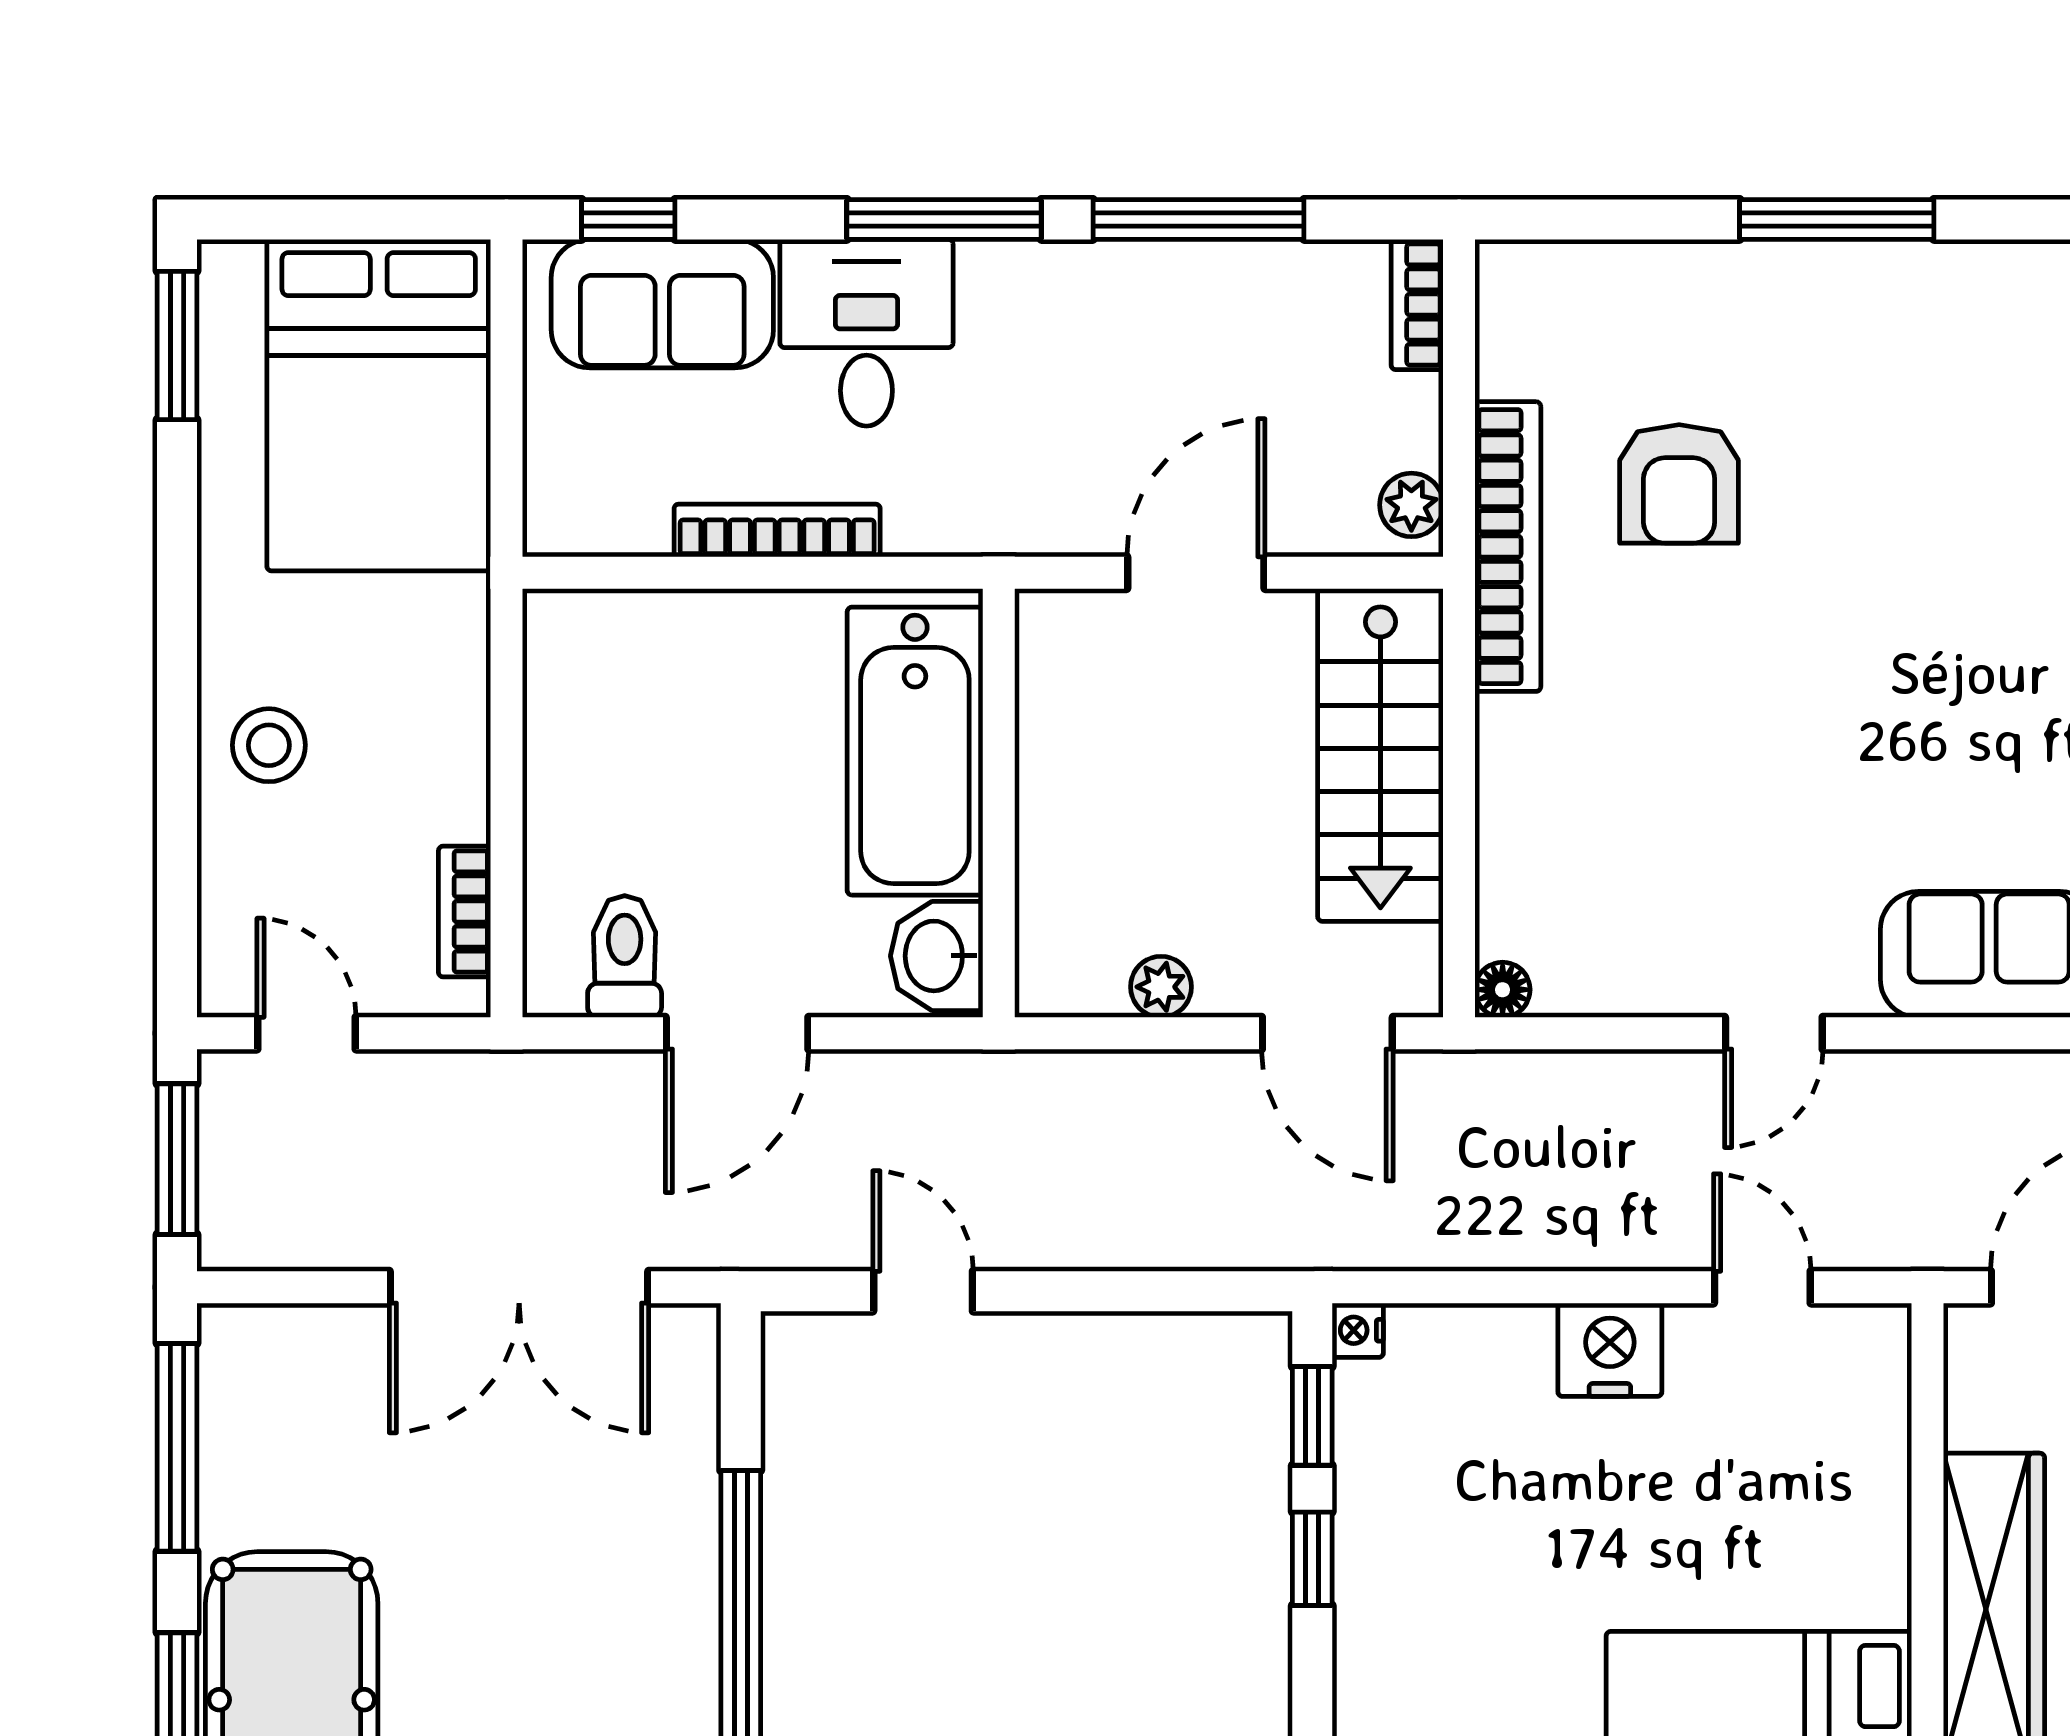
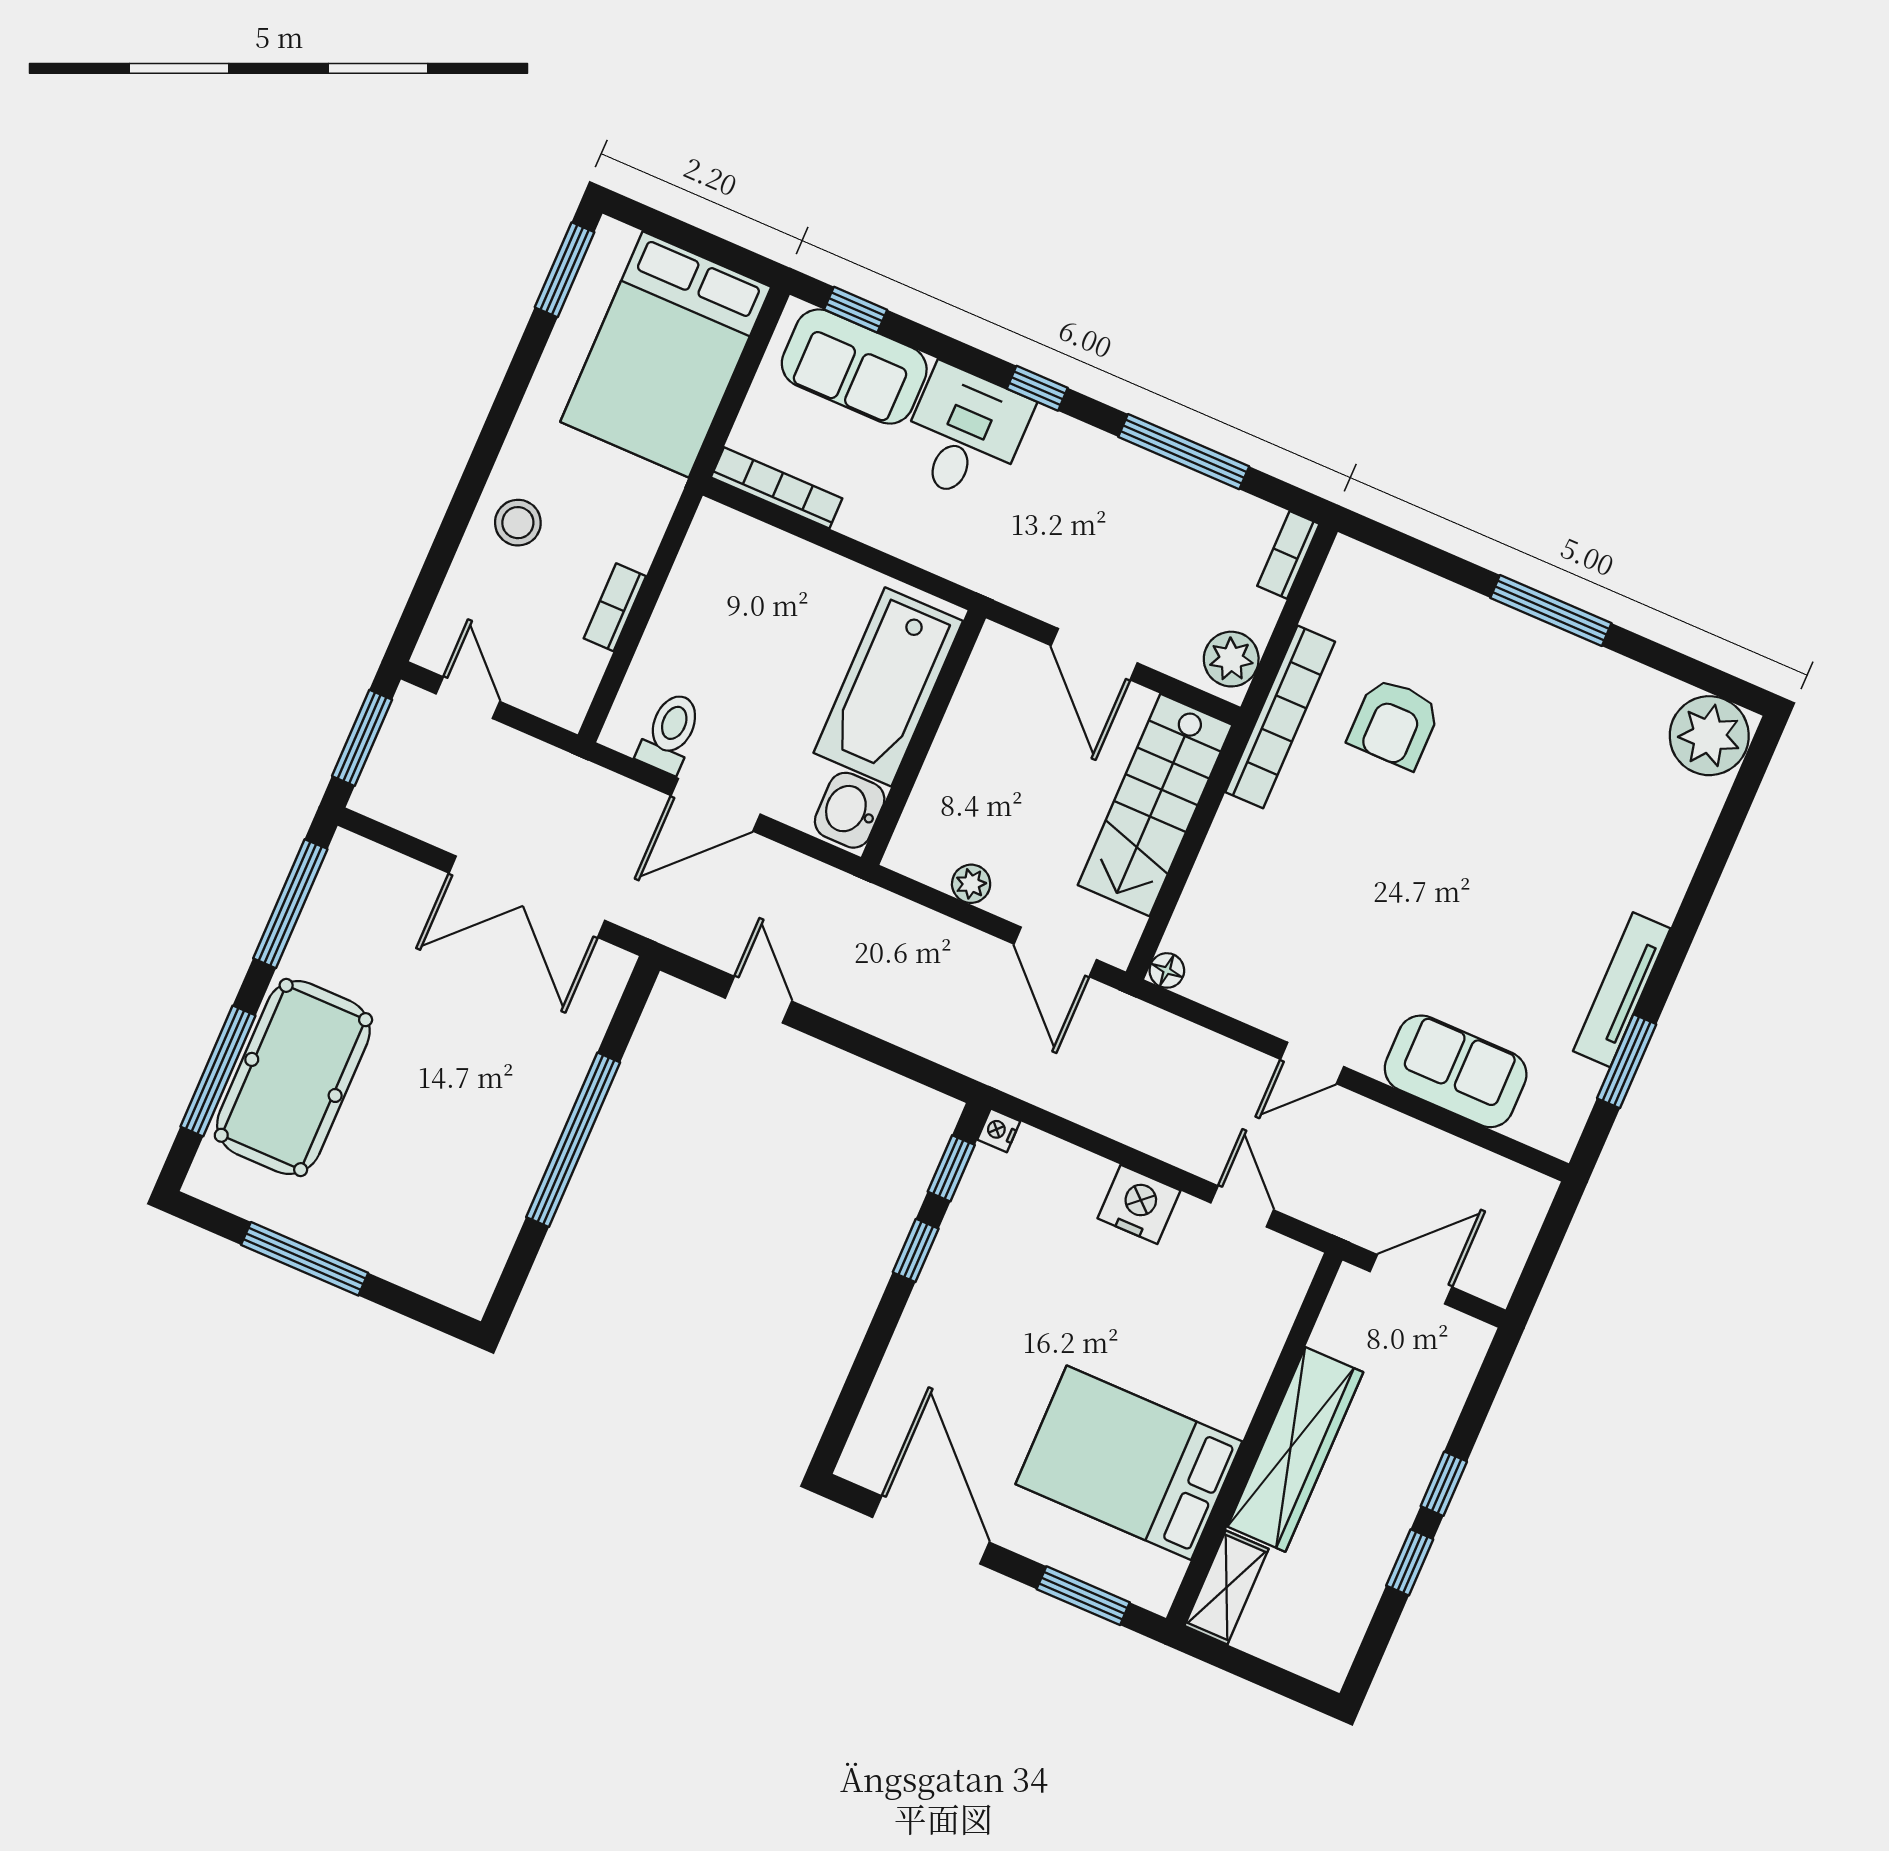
window: (944, 219) -> (1037, 388), width x0.46
plant: (1411, 505) -> (1231, 659), width x1.38, depth x1.38
bookcase: (777, 530) -> (777, 488), moved
door: (1196, 573) -> (1094, 654), swing flipped
bookcase: (464, 912) -> (615, 607), moved

